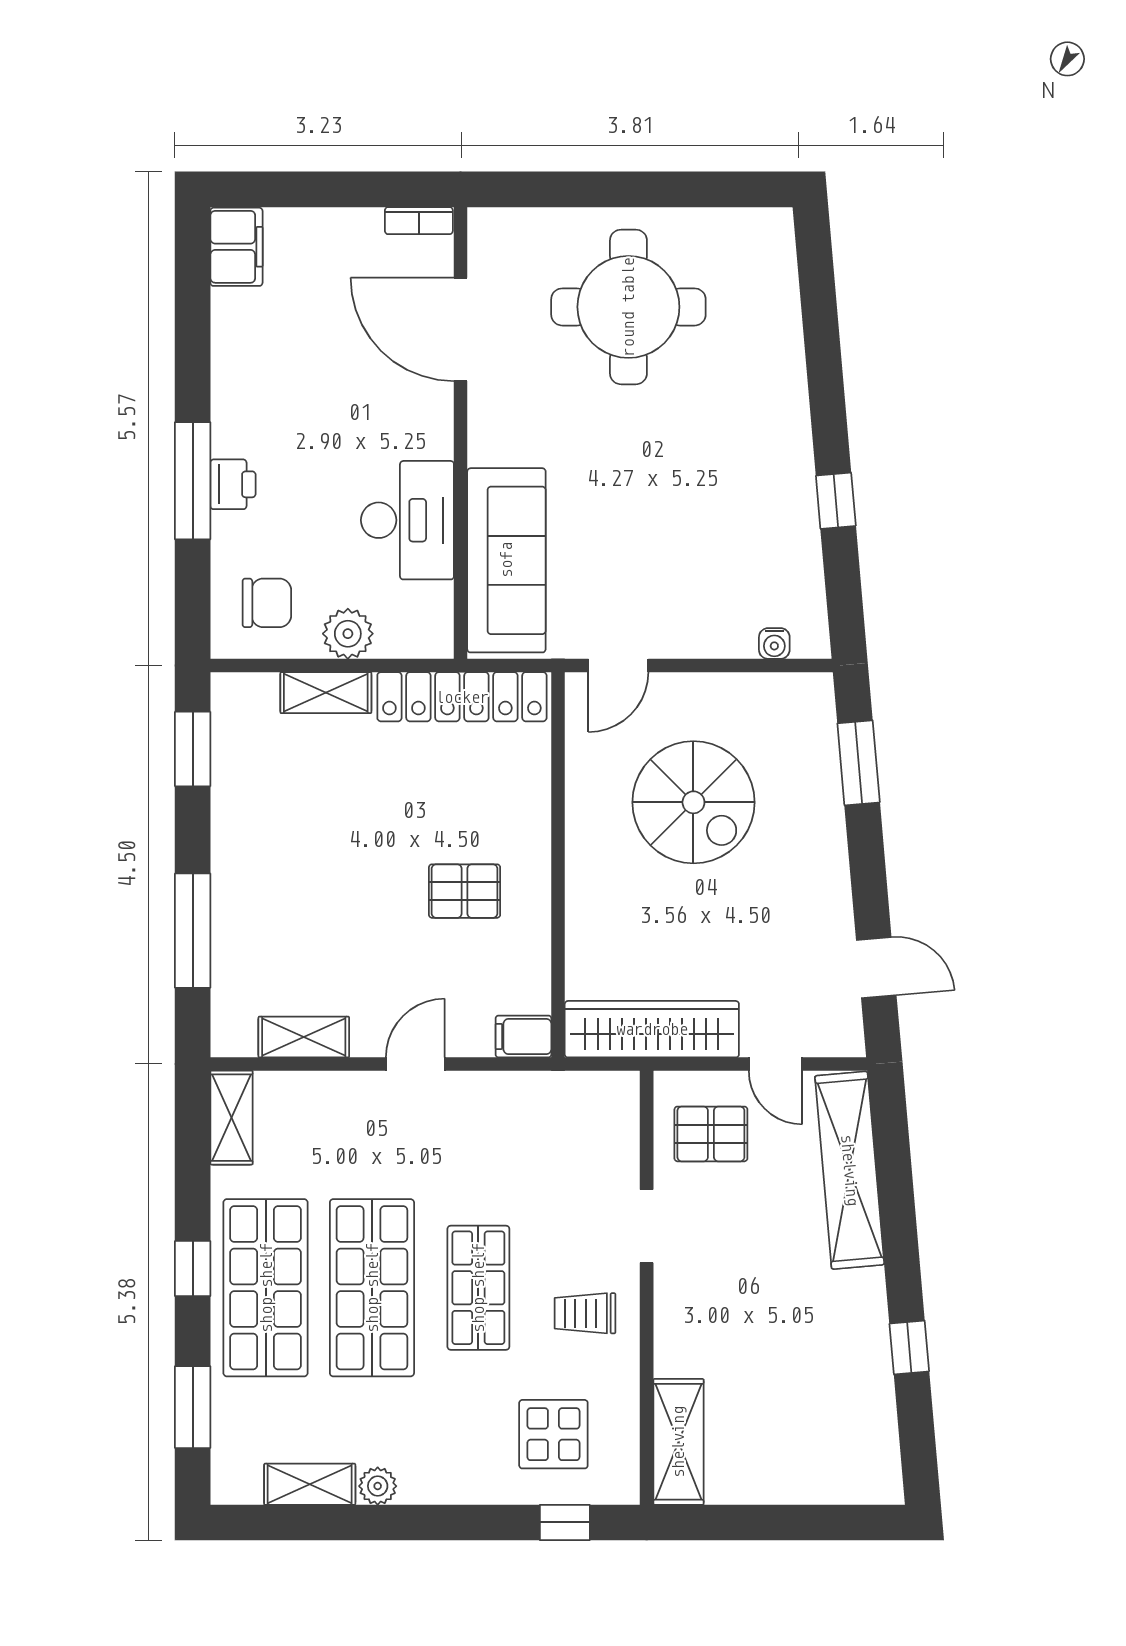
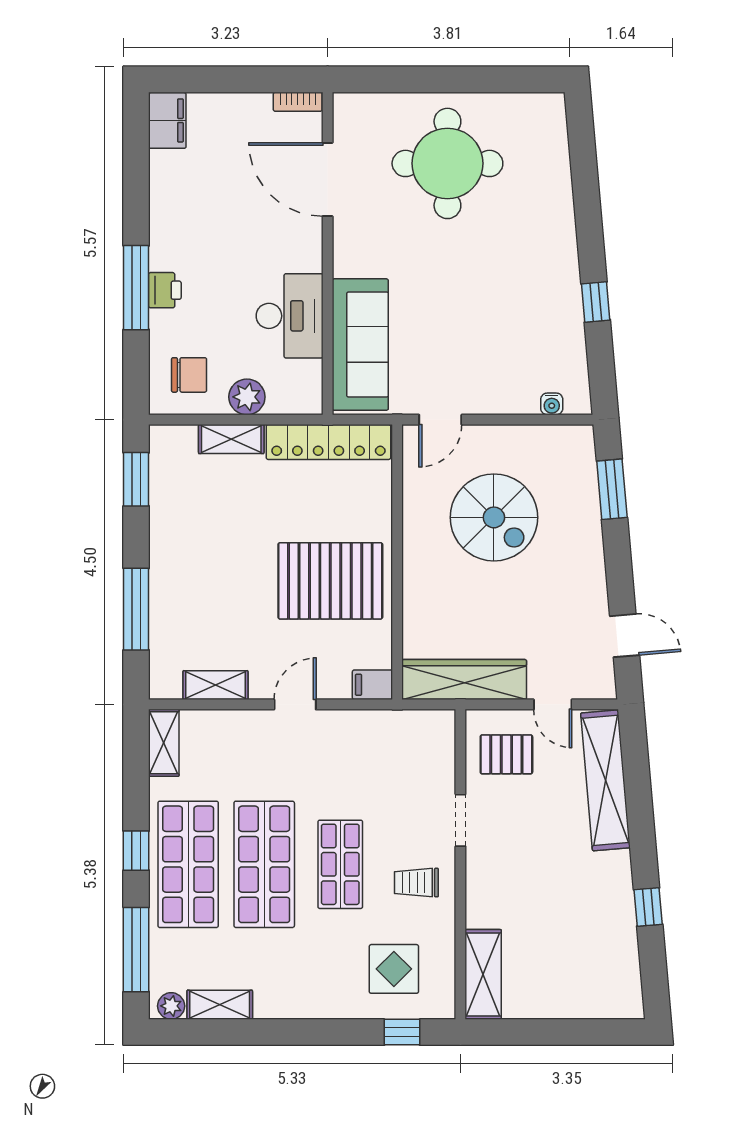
pallet: (465, 891) -> (330, 581), width x2.05, depth x2.00
window: (193, 1407) -> (136, 950), width x1.44
plant: (378, 1486) -> (171, 1006), moved

